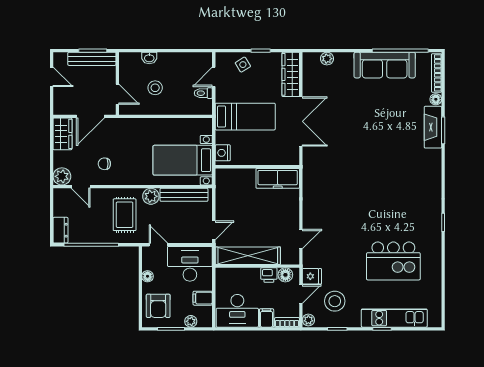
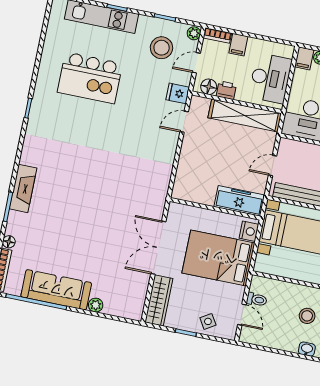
plant: (327, 59) -> (96, 305), moved
door: (214, 77) -> (242, 315), hinge flipped
bed: (245, 117) -> (218, 258), width x1.50
fireplace: (433, 127) -> (23, 188), moved
freezer: (278, 178) -> (239, 201), moved
door: (214, 230) -> (273, 165), moved
kitchen island: (393, 261) -> (90, 78), turned 180
fridge: (312, 276) -> (178, 93), moved
filing cabinet: (203, 298) -> (304, 58), moved, turned 90
desk: (237, 311) -> (270, 78), moved, turned 90

